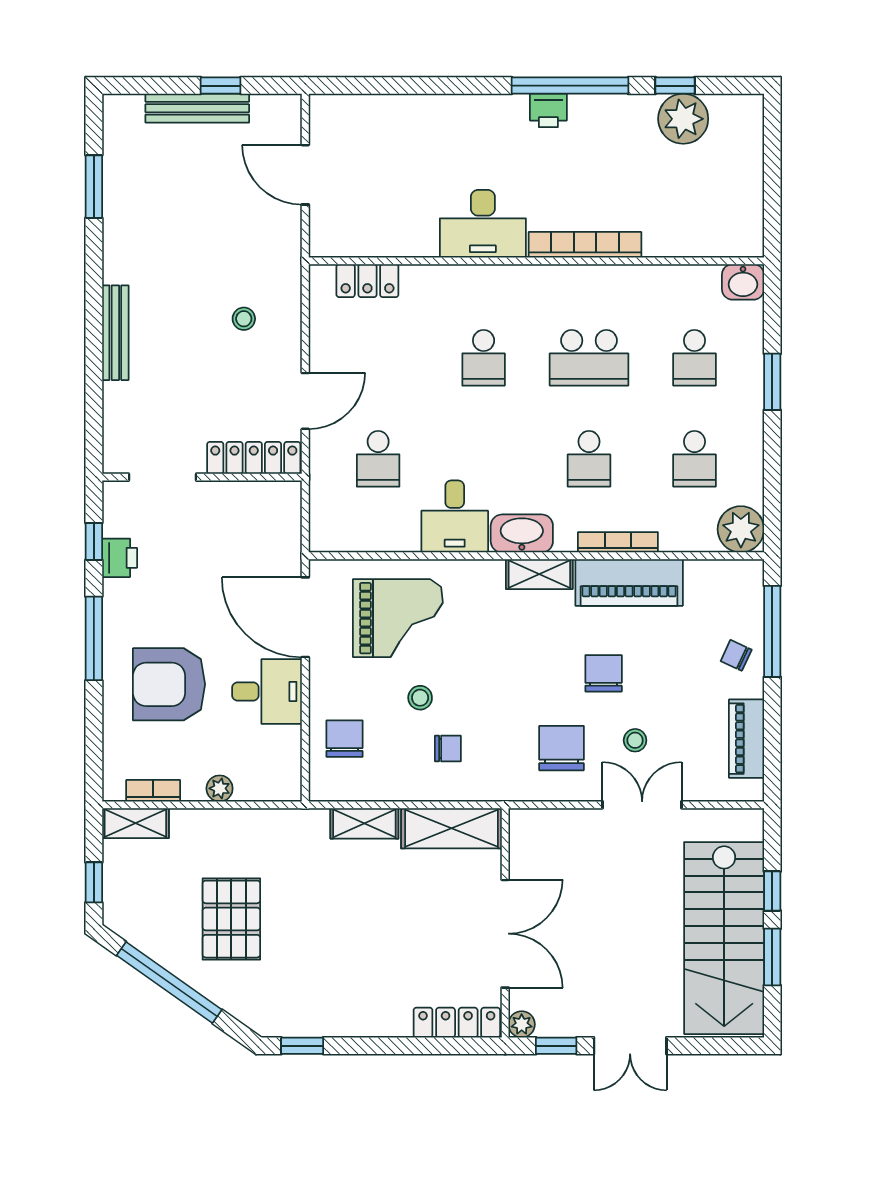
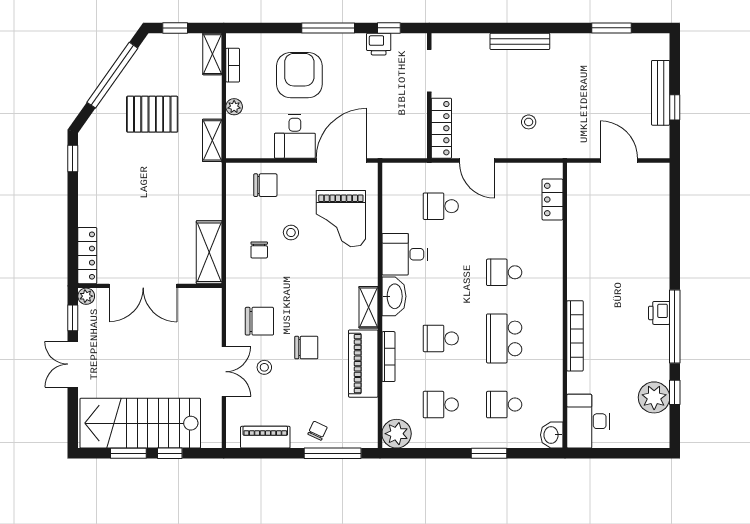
door: (305, 175) -> (619, 161), hinge flipped
desk: (483, 224) -> (588, 421), moved
shelving: (364, 823) -> (212, 140), moved

